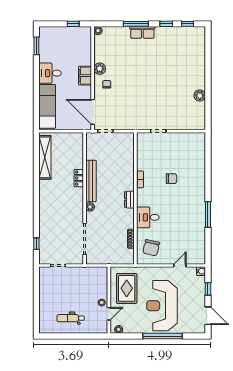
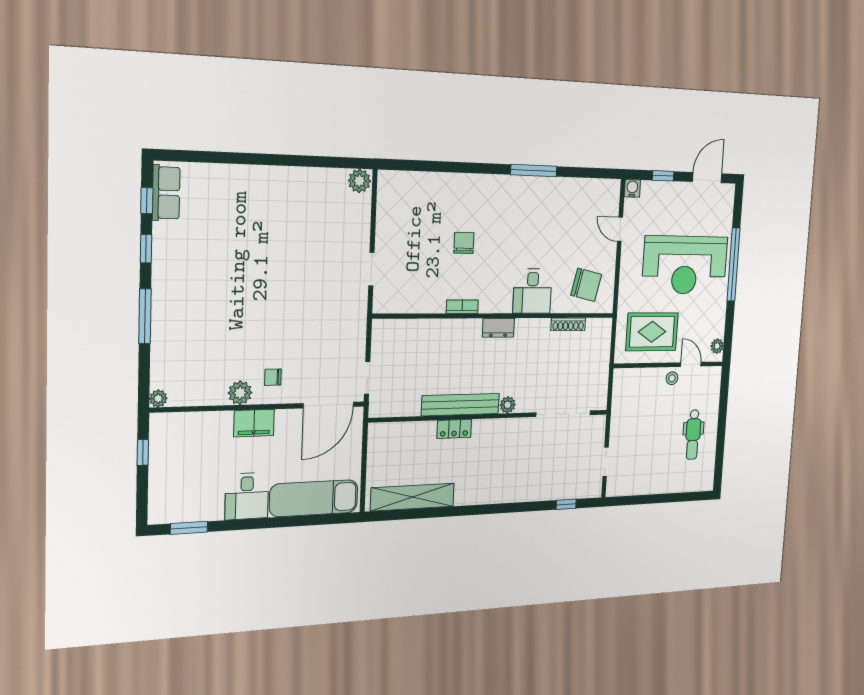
row of seats: (142, 32) -> (166, 193), moved
plant: (200, 96) -> (359, 181), moved

